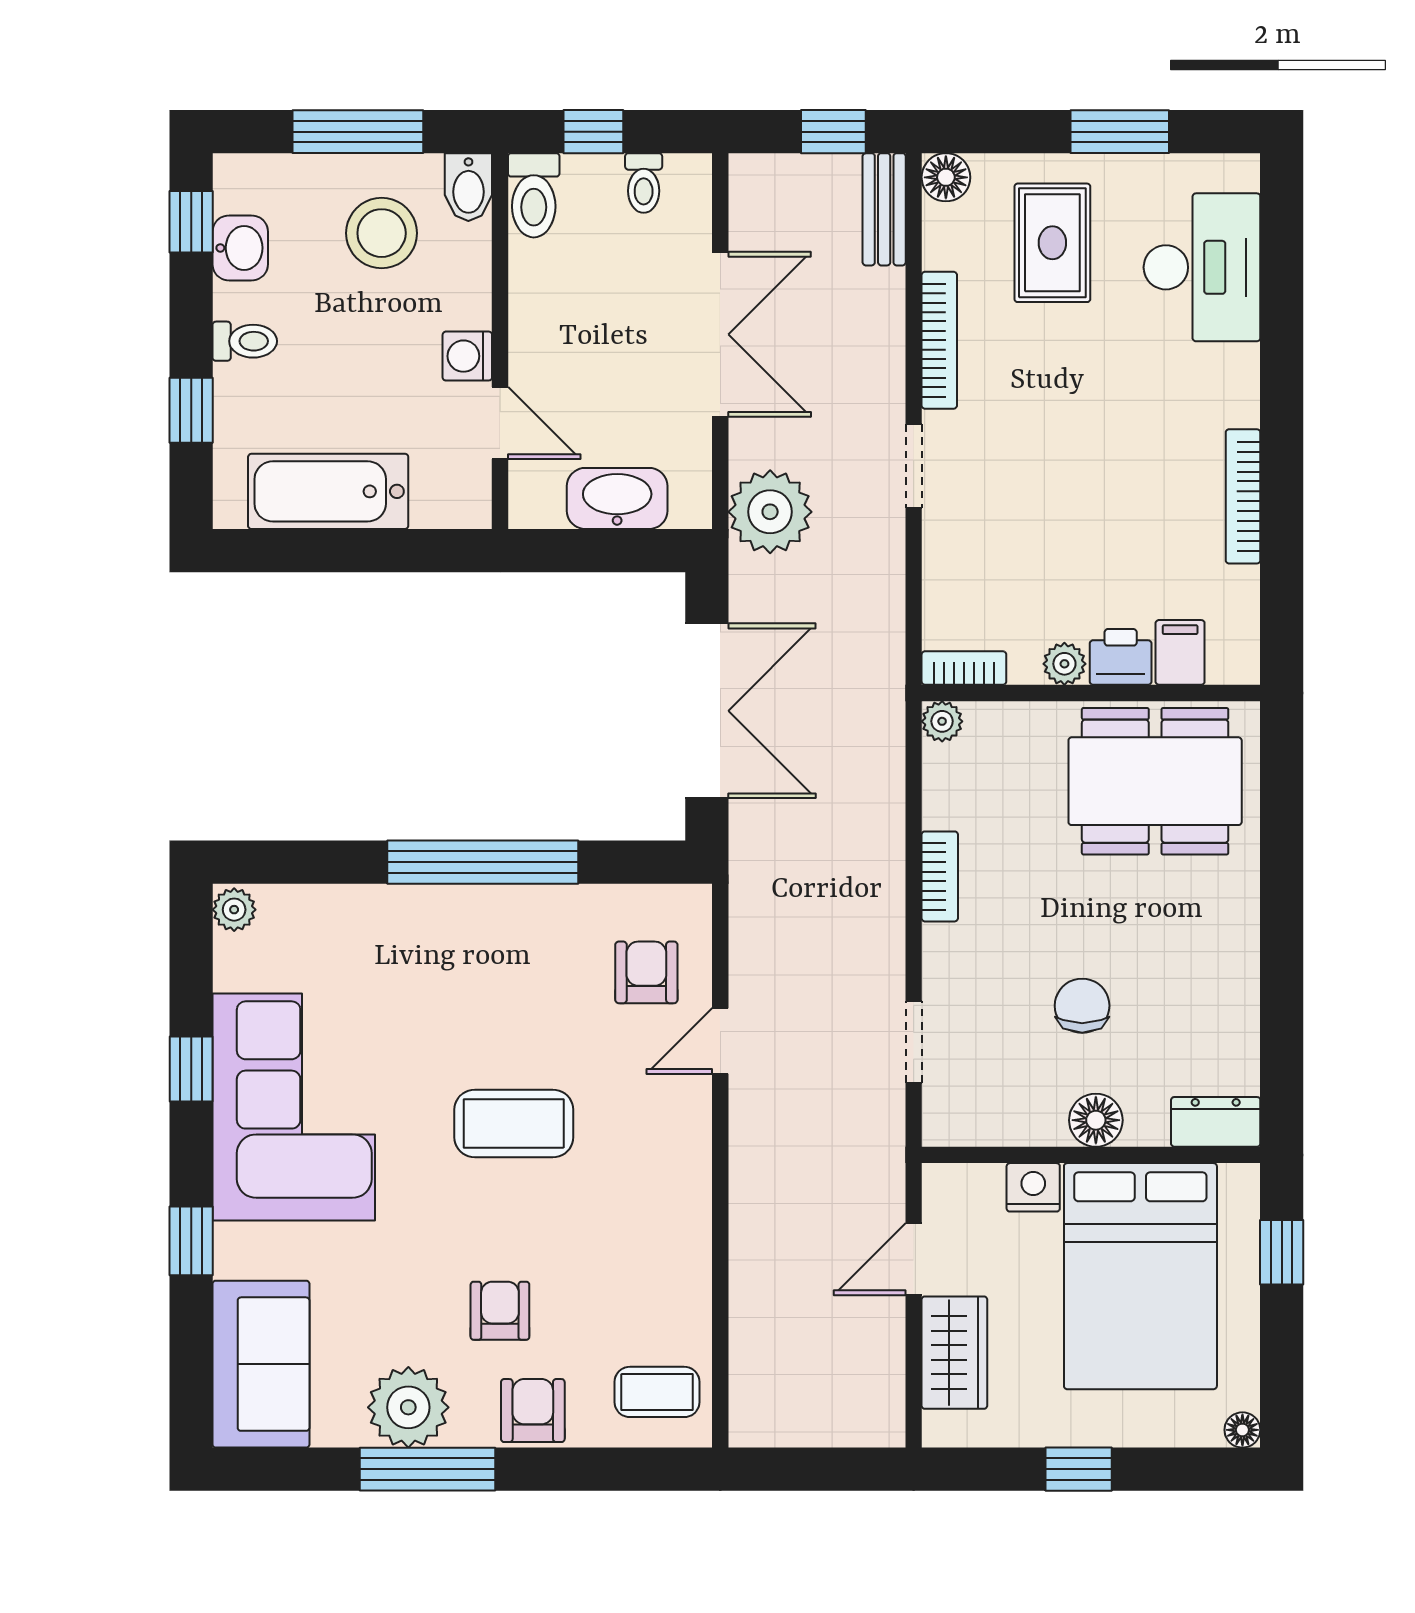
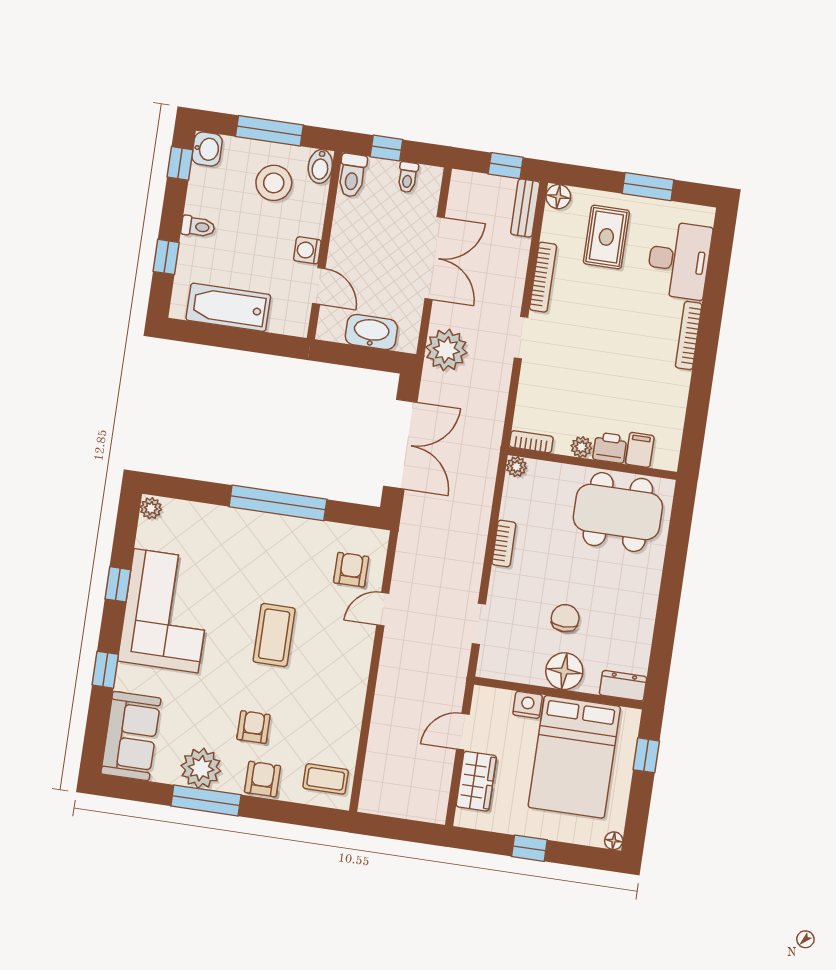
washbasin: (240, 248) -> (207, 149), moved
bookcase: (1243, 496) -> (689, 335), moved
floor lamp: (1096, 1120) -> (564, 671), width x1.38, depth x1.38
coffee table: (514, 1123) -> (274, 635), turned 90

